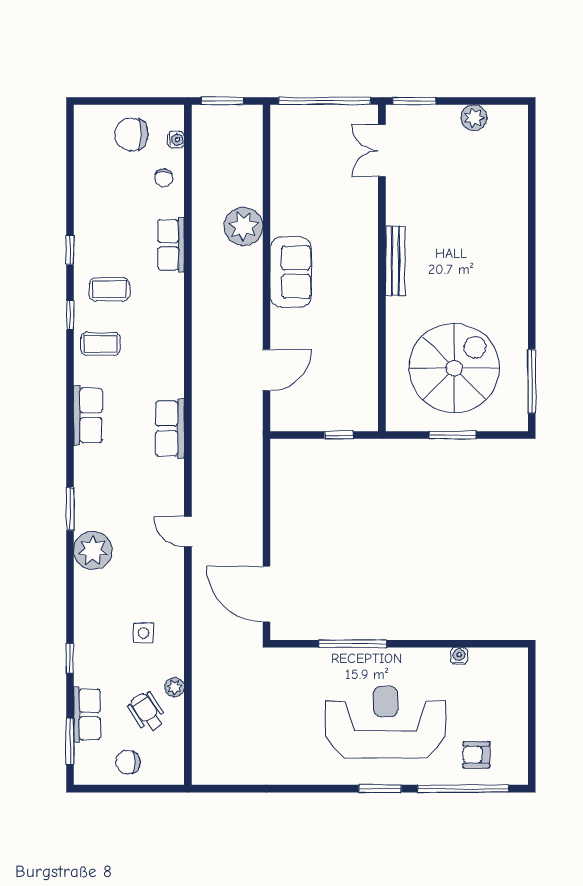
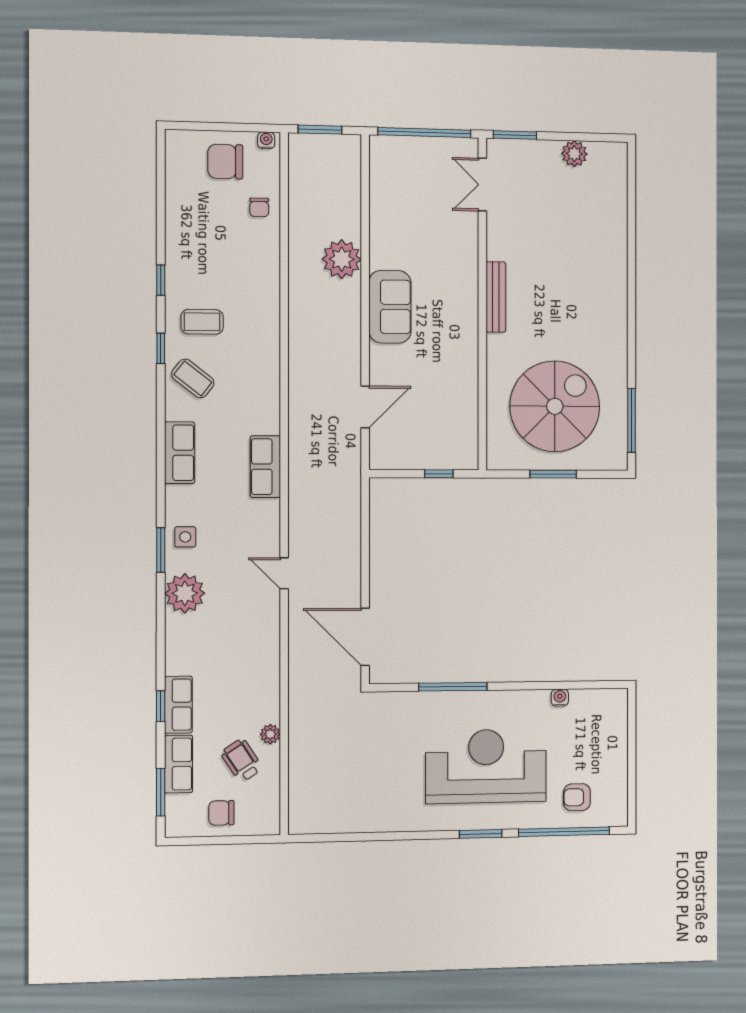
water cooler: (176, 140) -> (266, 140), moved, turned -90
row of seats: (171, 245) -> (178, 705), moved, turned 180
coffee table: (100, 344) -> (193, 378), turned 38
side table: (143, 633) -> (185, 537), moved

